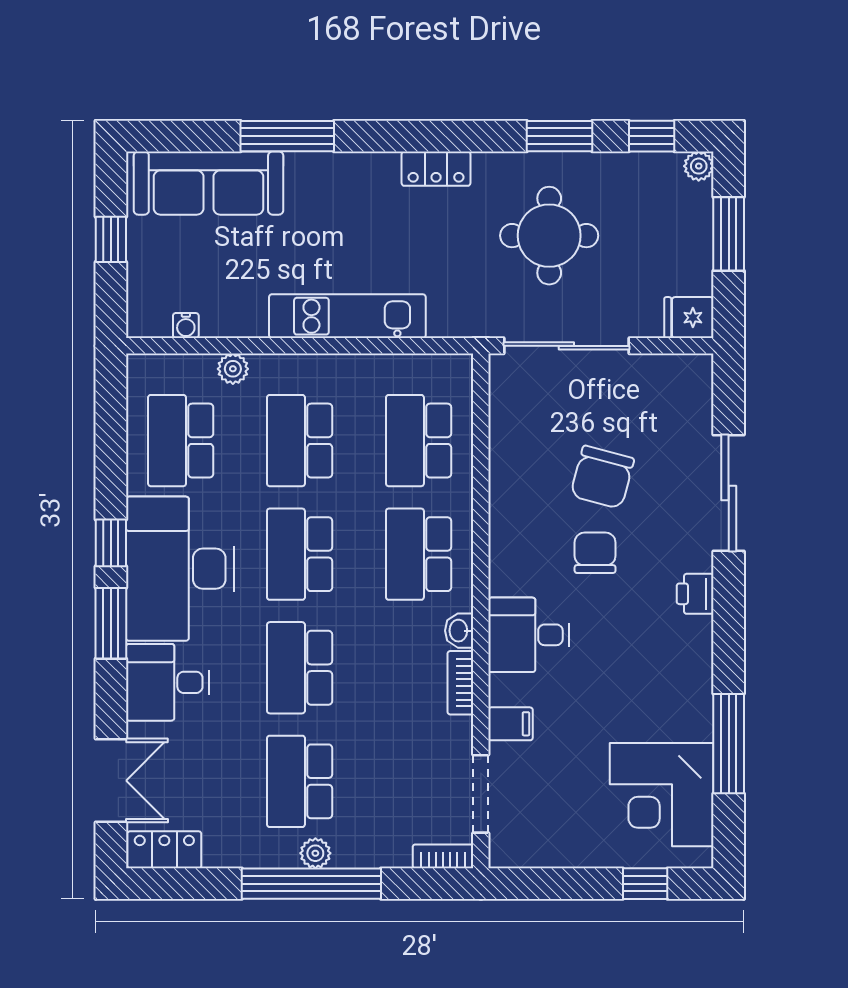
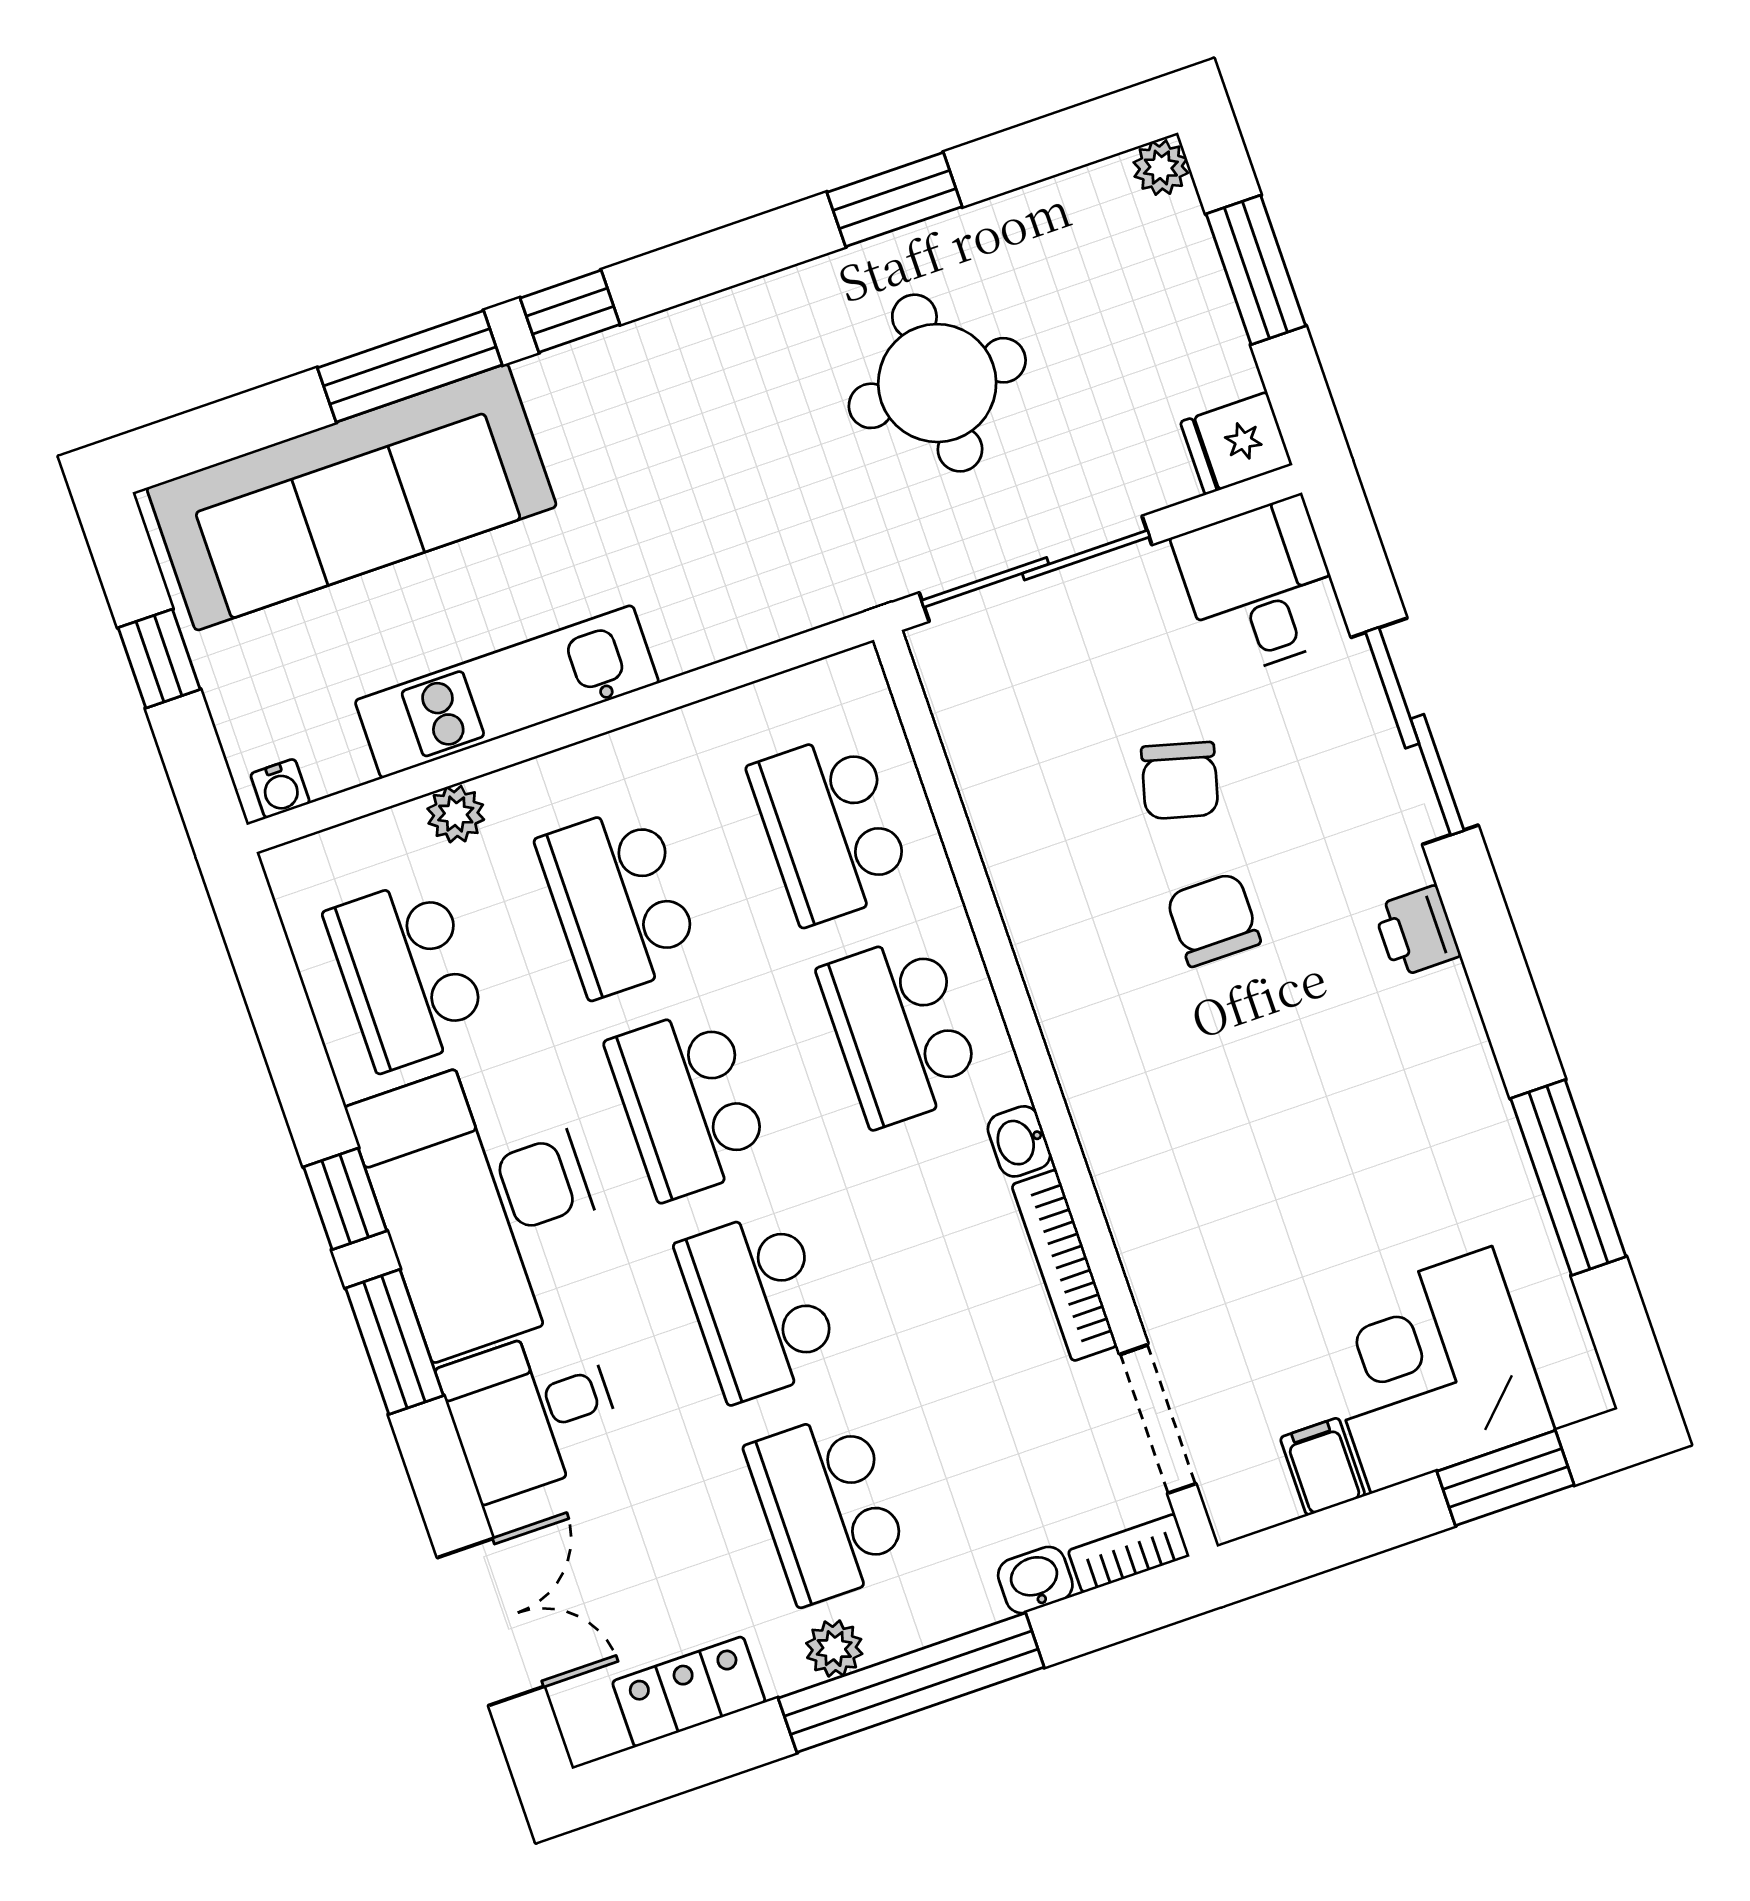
window: (652, 136) -> (570, 311), moved
locker: (436, 169) -> (695, 333), removed
sofa: (208, 183) -> (352, 497), width x1.36, depth x1.27
kitchen unit: (347, 316) -> (507, 692), moved
water cooler: (186, 326) -> (280, 788), moved
chair: (602, 477) -> (1180, 781), width x0.73, depth x0.73
desk: (529, 635) -> (1260, 587), moved, turned 90
bookcase: (460, 683) -> (1064, 1265), width x1.56
filing cabinet: (511, 724) -> (1323, 1467), moved, turned -90
corner desk: (662, 795) -> (1432, 1370), moved, turned 90
locker: (164, 850) -> (689, 1692), moved
plant: (315, 853) -> (834, 1649), moved
washbasin: (391, 854) -> (1035, 1580), added
window: (645, 884) -> (1505, 1478), width x1.50

